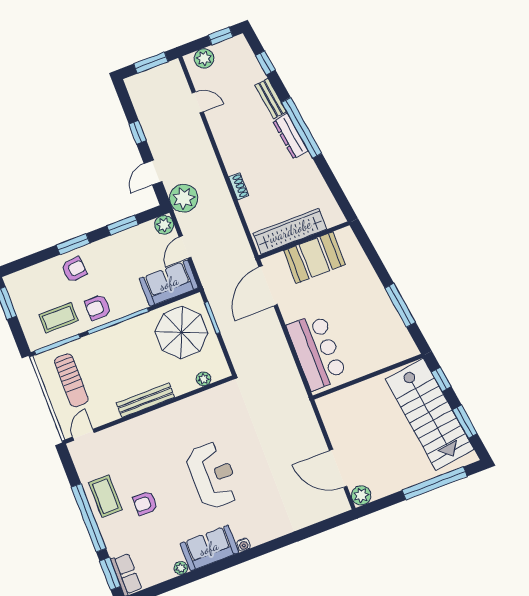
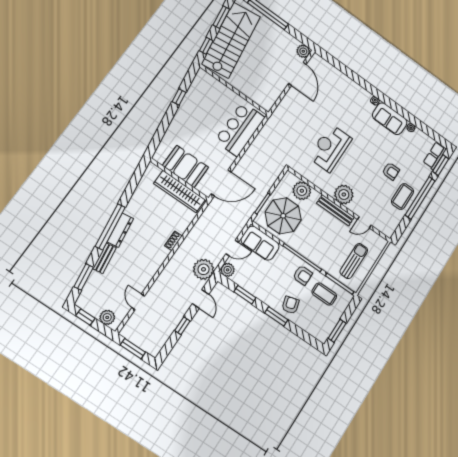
window: (265, 63) -> (84, 277), width x1.50
door: (153, 172) -> (201, 299), hinge flipped
armchair: (74, 269) -> (291, 305), turned 80
window: (400, 305) -> (179, 97), width x0.46
plant: (204, 379) -> (302, 191), width x1.88, depth x1.88
plant: (157, 424) -> (344, 194), added
door: (83, 435) -> (364, 222), moved
reception desk: (213, 475) -> (330, 148), moved

